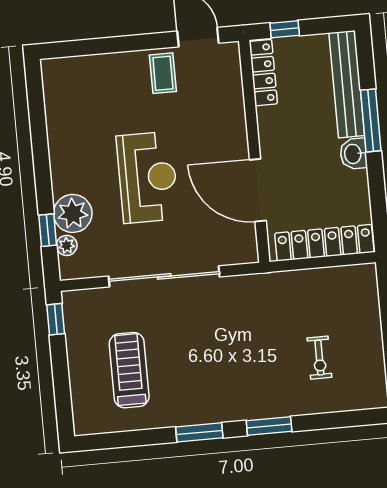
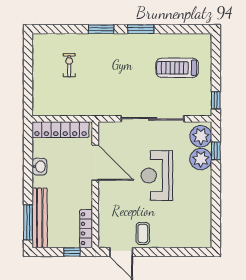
window: (371, 120) -> (28, 222), moved
washbasin: (354, 154) -> (39, 167), moved
plant: (67, 245) -> (201, 136), width x1.87, depth x1.87
treadmill: (129, 370) -> (177, 68), turned 90

